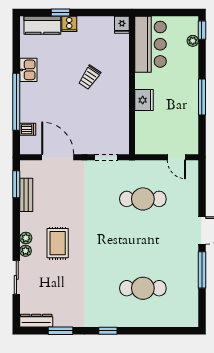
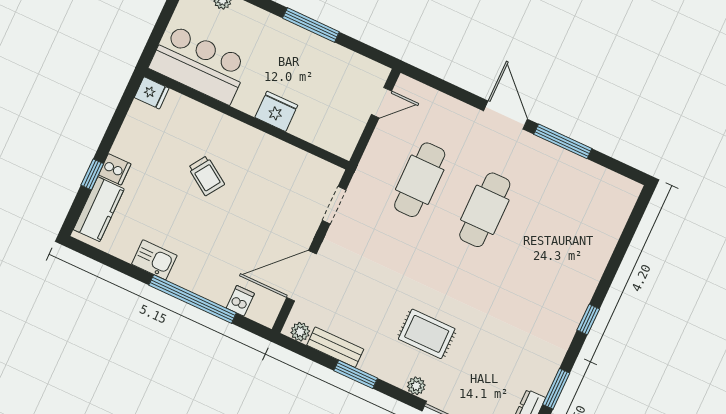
window: (16, 184) -> (356, 374), moved
plant: (26, 238) -> (300, 332), moved
cafe table: (143, 288) -> (485, 210), moved

